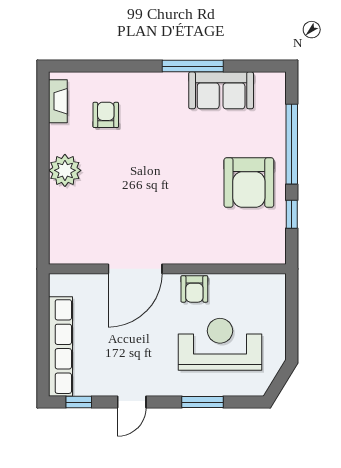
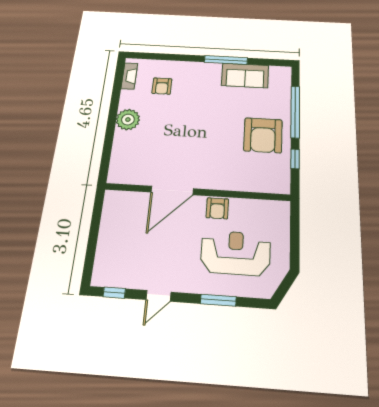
armchair: (106, 115) -> (162, 86), turned 180
row of seats: (60, 347) -> (106, 246), removed

